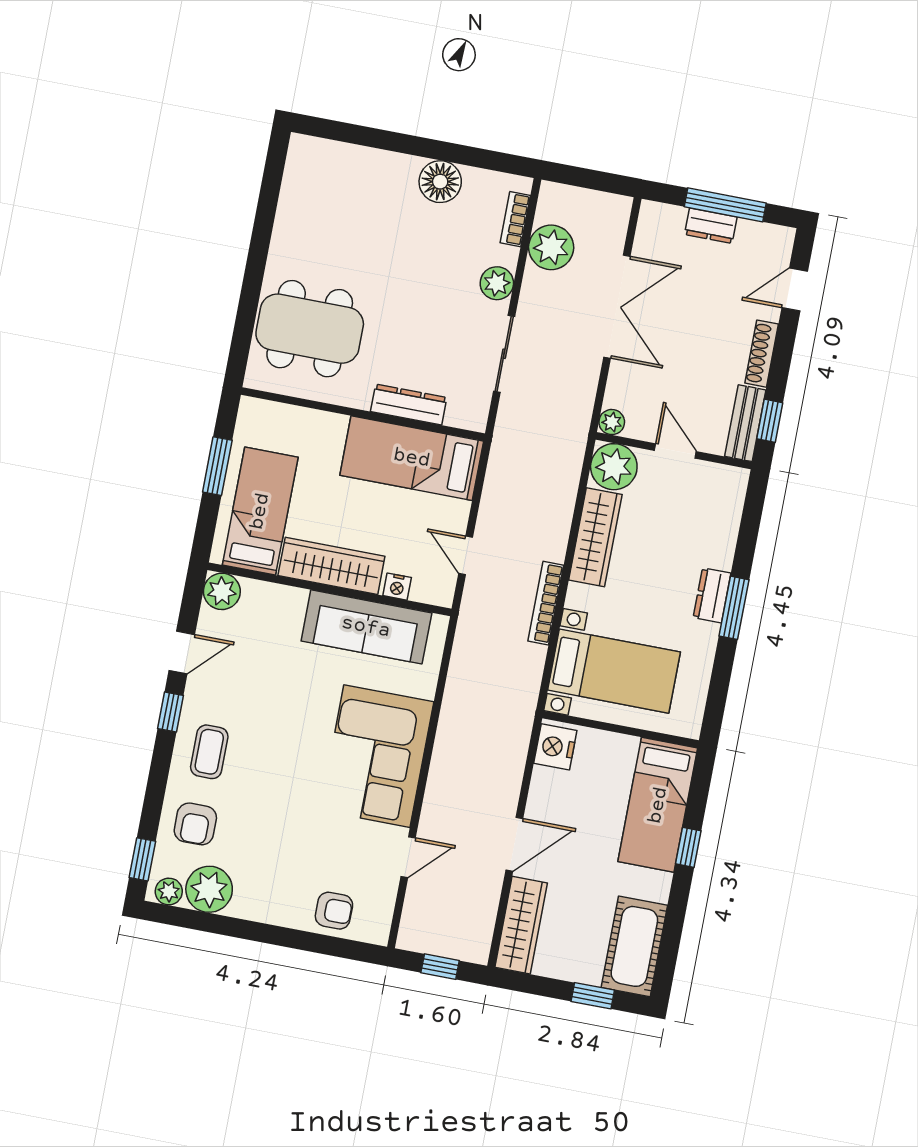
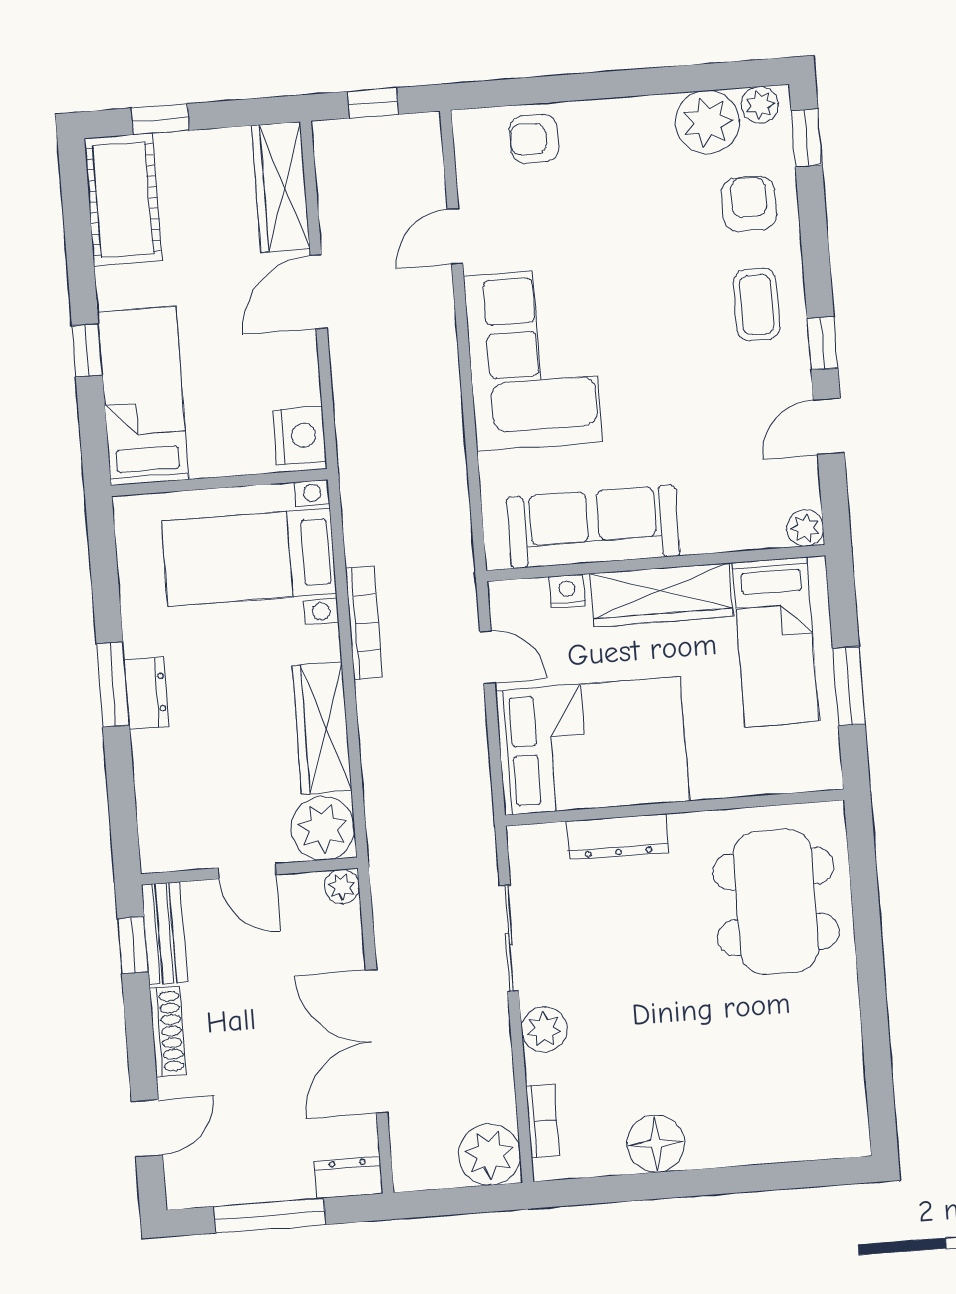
dresser: (711, 226) -> (348, 1177), moved
plant: (551, 247) -> (490, 1154), moved
dining table: (310, 329) -> (776, 902), turned 90
bed: (412, 458) -> (592, 746), width x1.50
plant: (222, 591) -> (805, 528), width x0.73, depth x0.73

